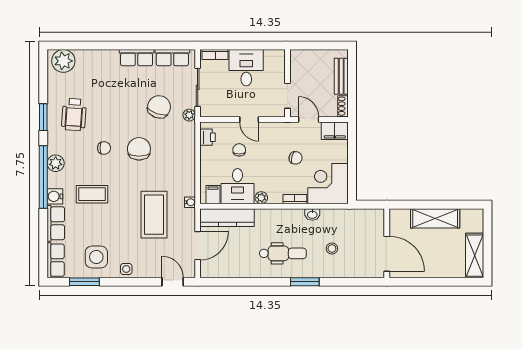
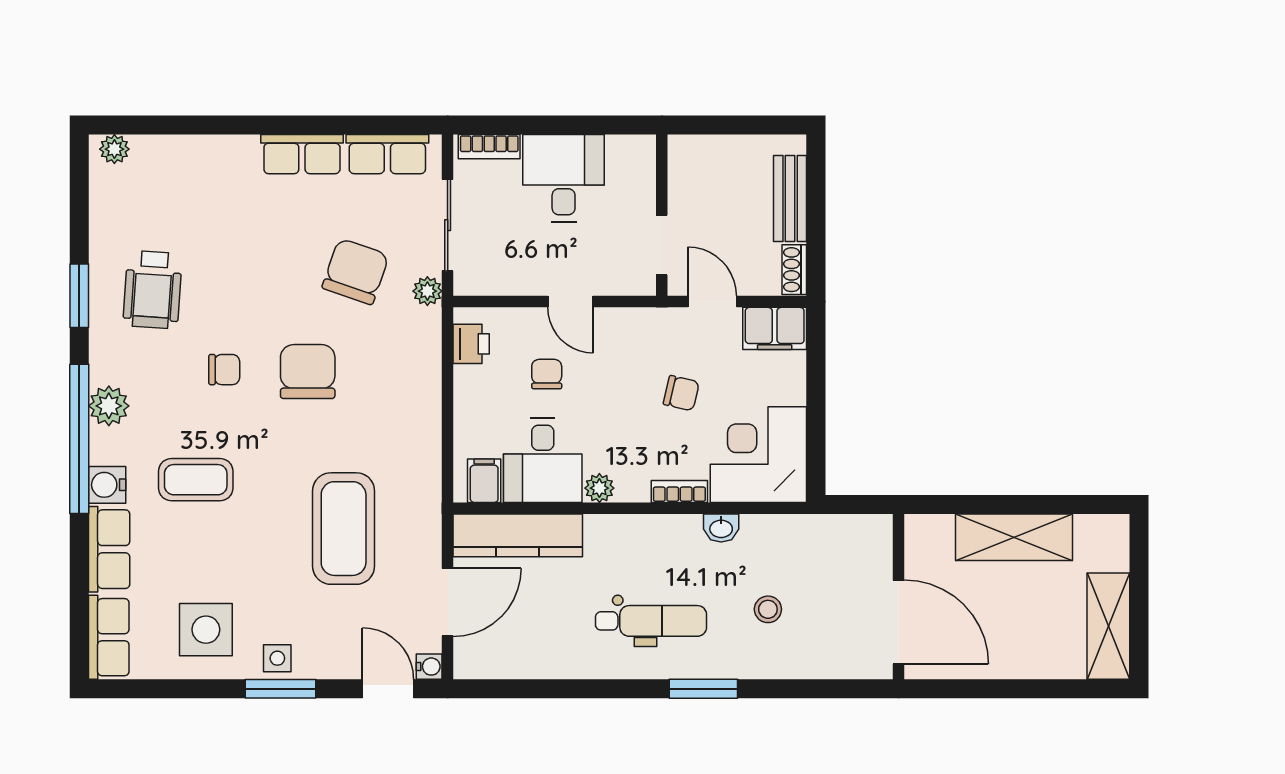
plant: (63, 61) -> (114, 149), width x0.53, depth x0.53
water cooler: (190, 202) -> (429, 667), moved
window: (84, 282) -> (281, 689), moved

